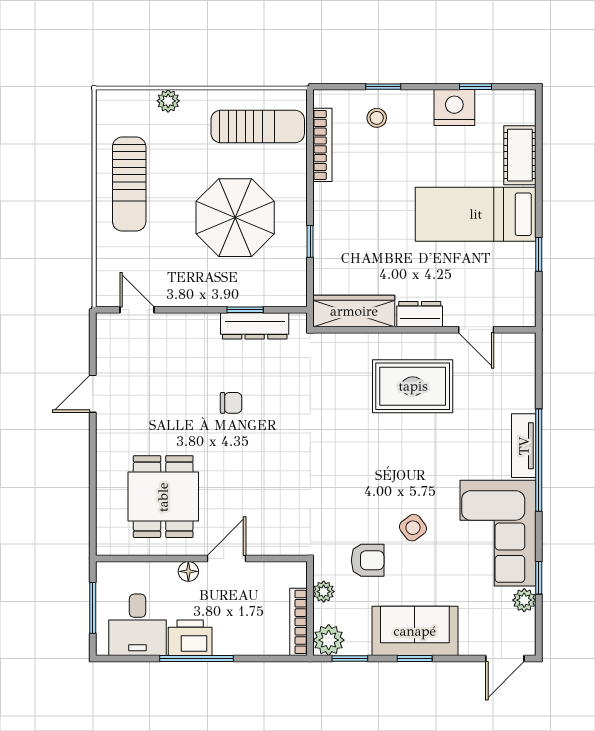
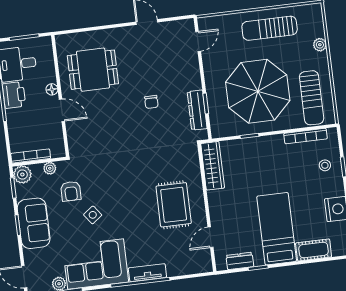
parasol: (235, 218) -> (258, 91), width x1.36, depth x1.36
dresser: (420, 314) -> (240, 261), moved, turned -90

